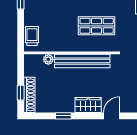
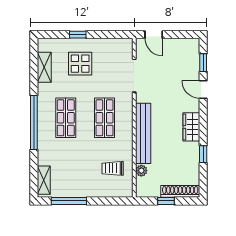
trolley: (32, 36) -> (113, 168), moved
window: (21, 93) -> (166, 201), moved
door: (112, 116) -> (203, 89), moved

